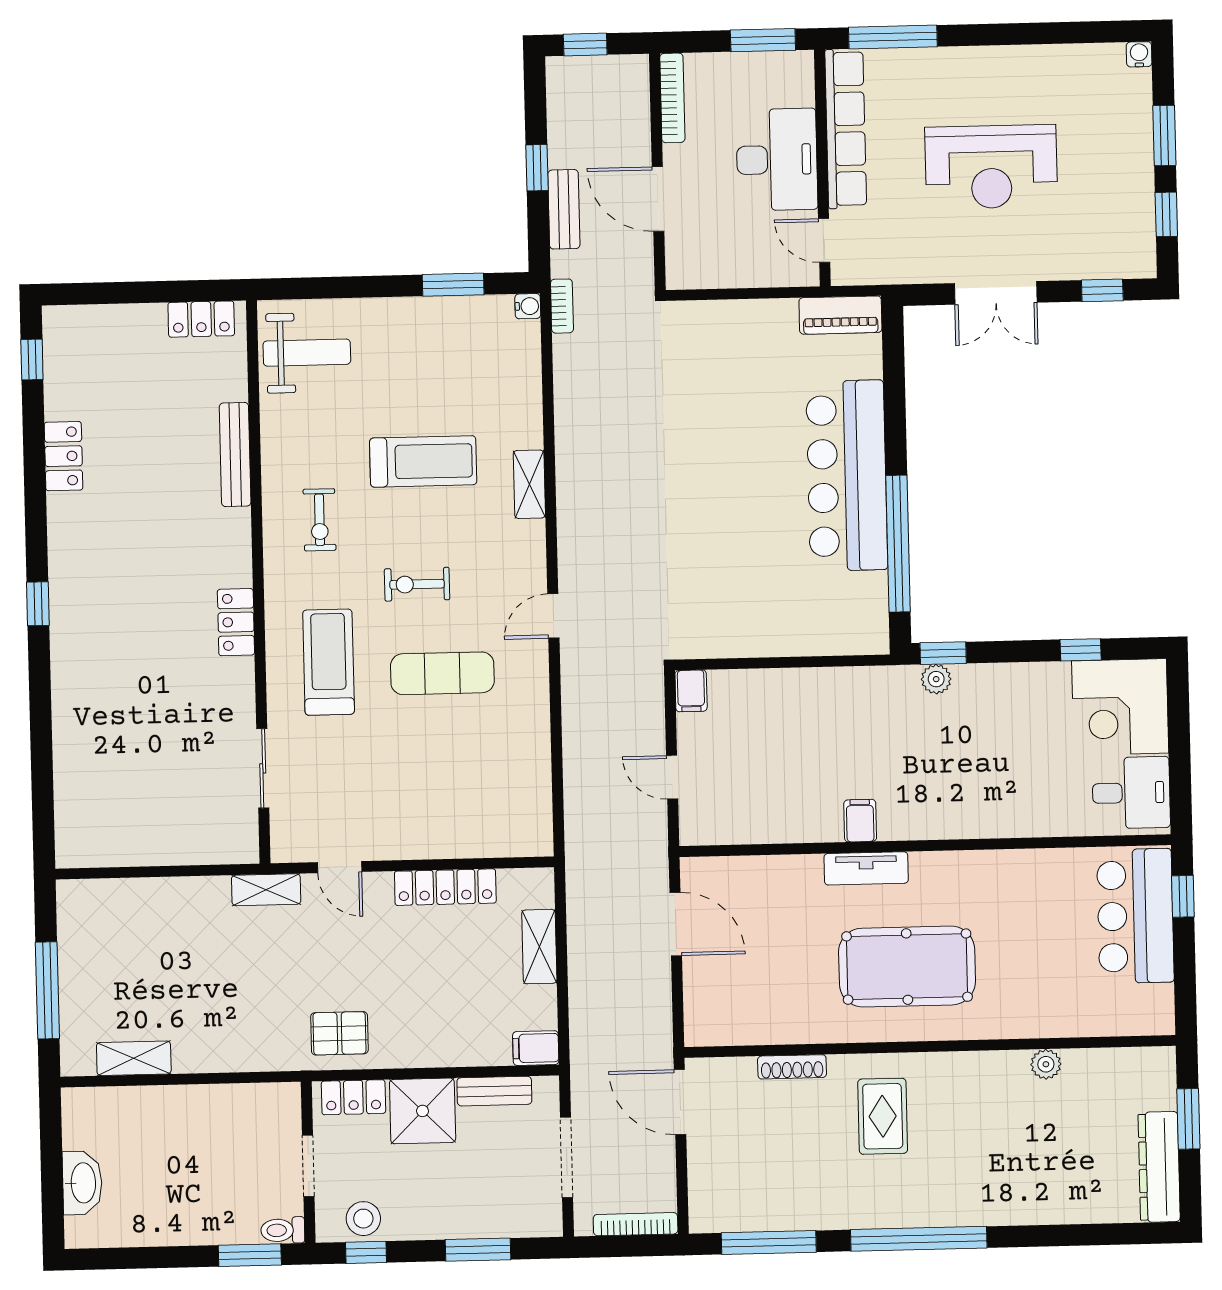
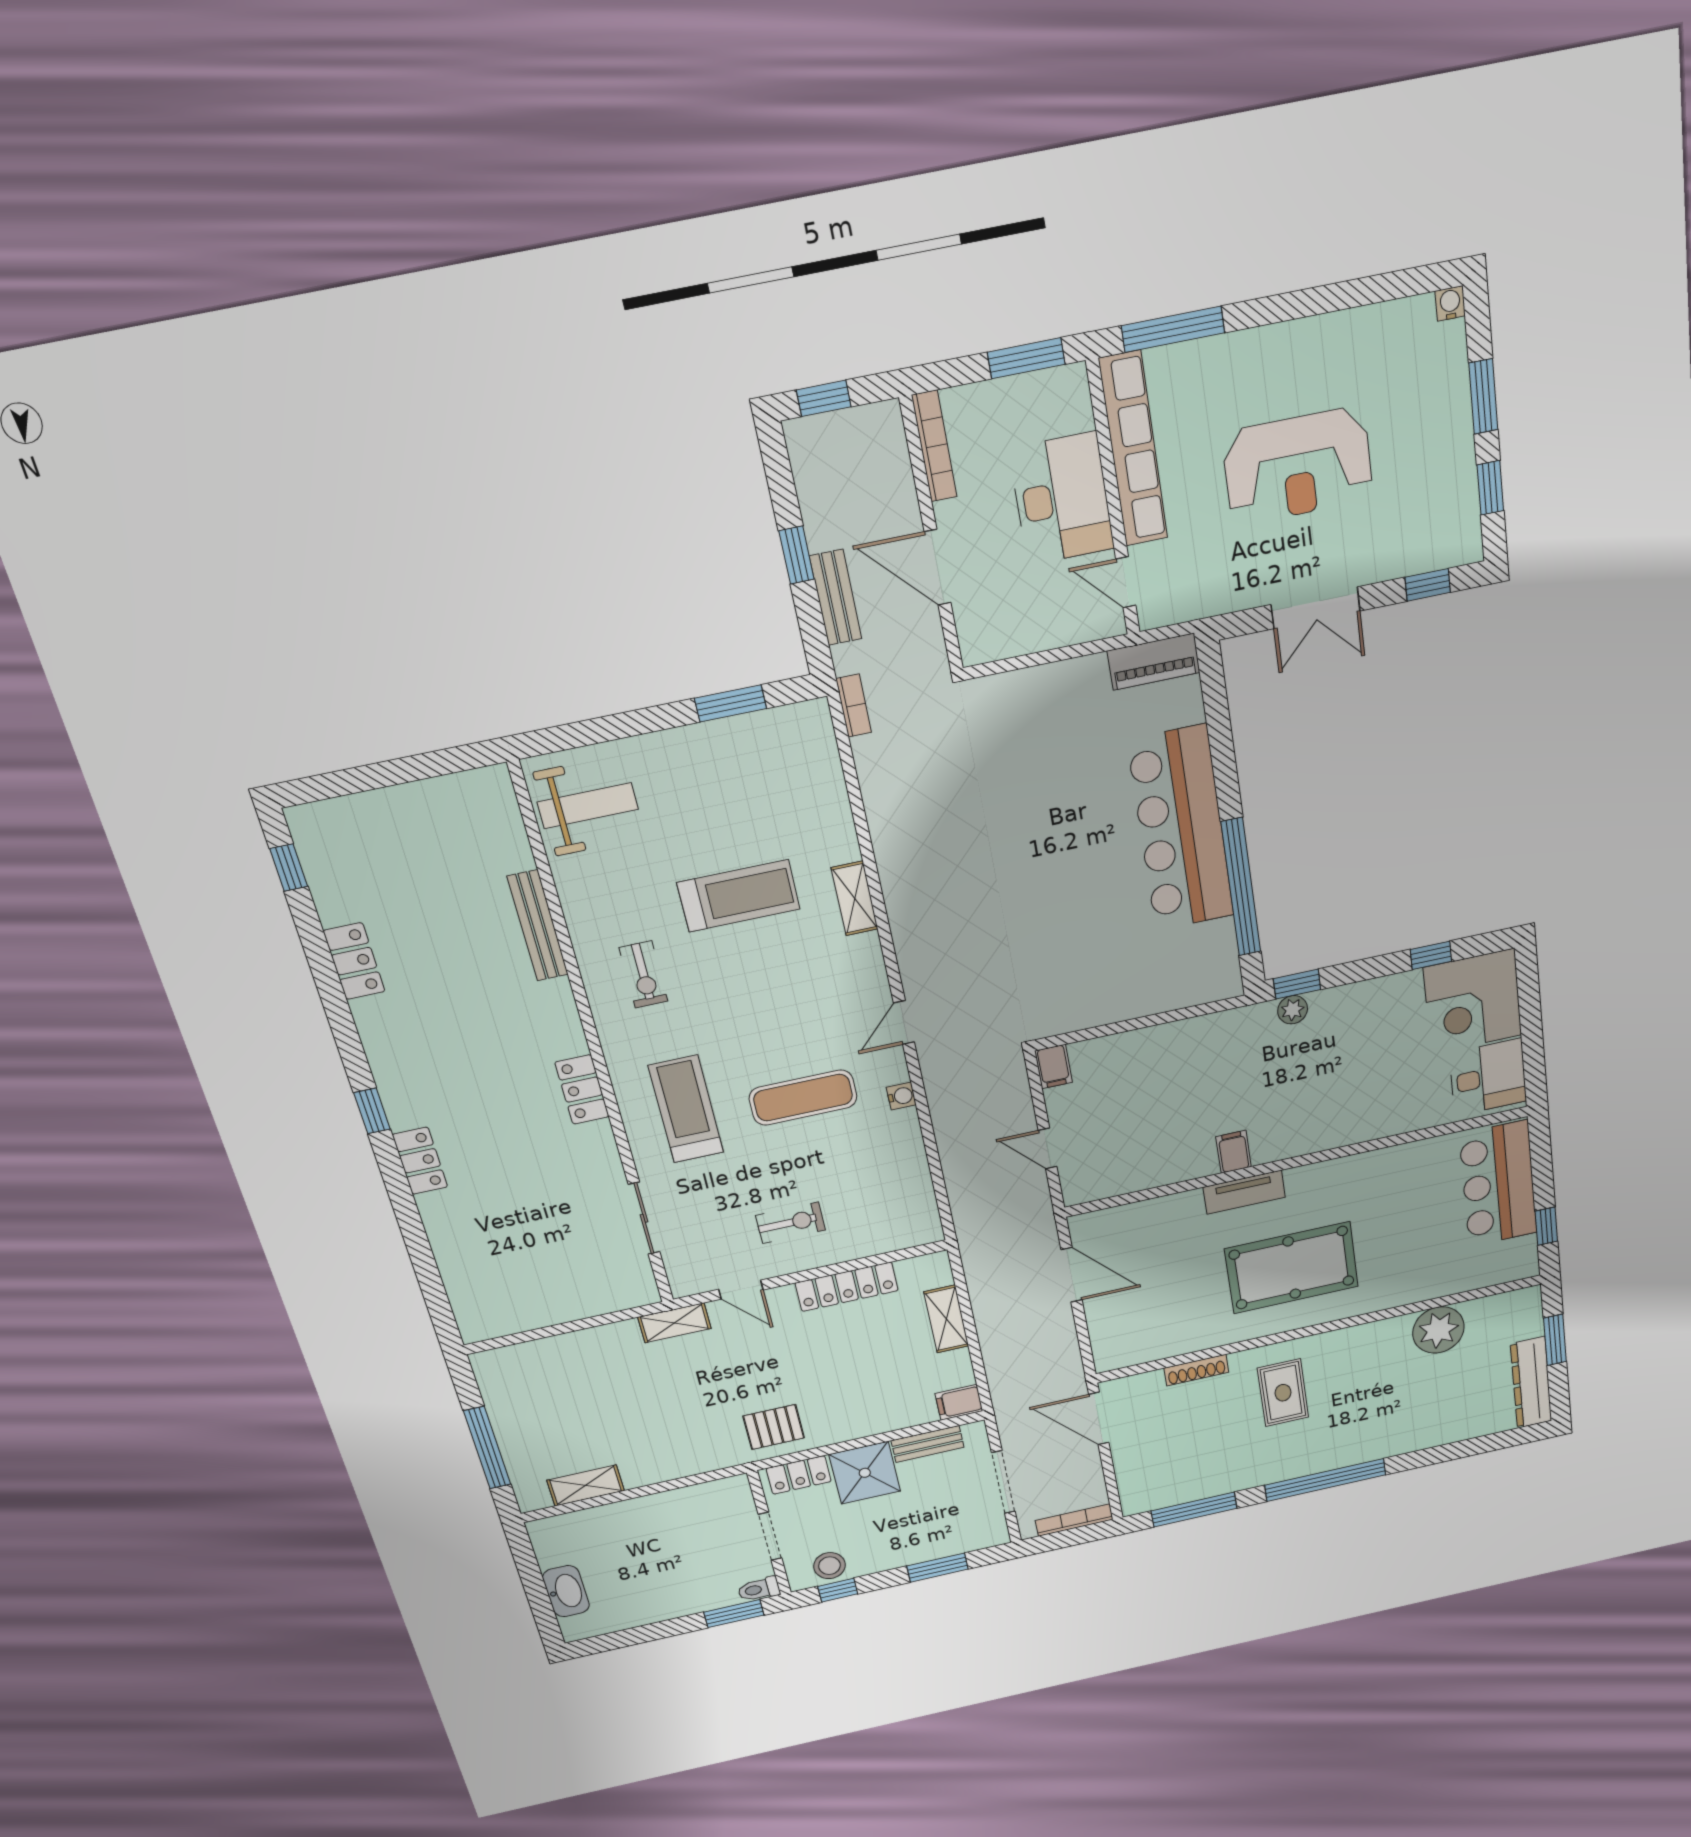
water cooler: (528, 306) -> (901, 1096), moved
locker: (201, 319) -> (420, 1161), moved, turned -90
exercise bike: (417, 584) -> (791, 1223), moved, turned 180
window: (1183, 896) -> (1546, 1226), moved
plant: (1046, 1064) -> (1438, 1330), width x1.88, depth x1.88

